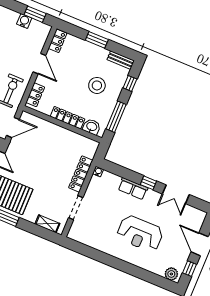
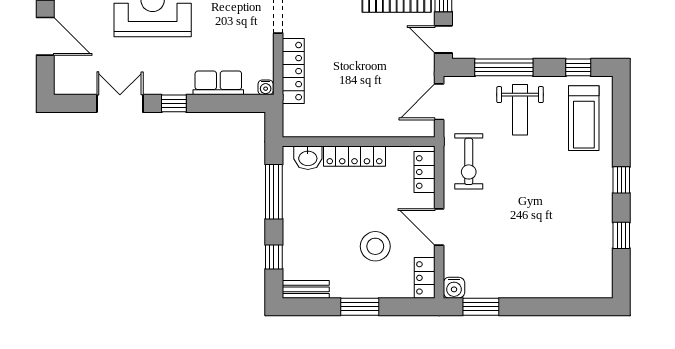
water cooler: (24, 21) -> (454, 288), moved
stool: (97, 85) -> (375, 246), moved
row of seats: (133, 189) -> (218, 83), moved

